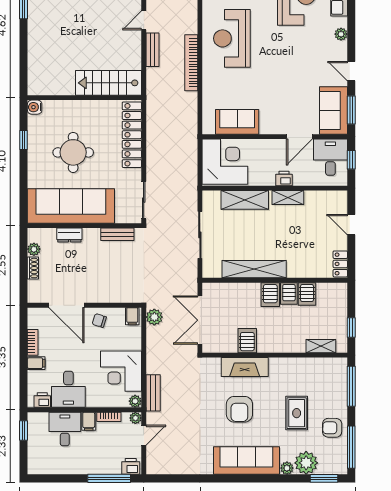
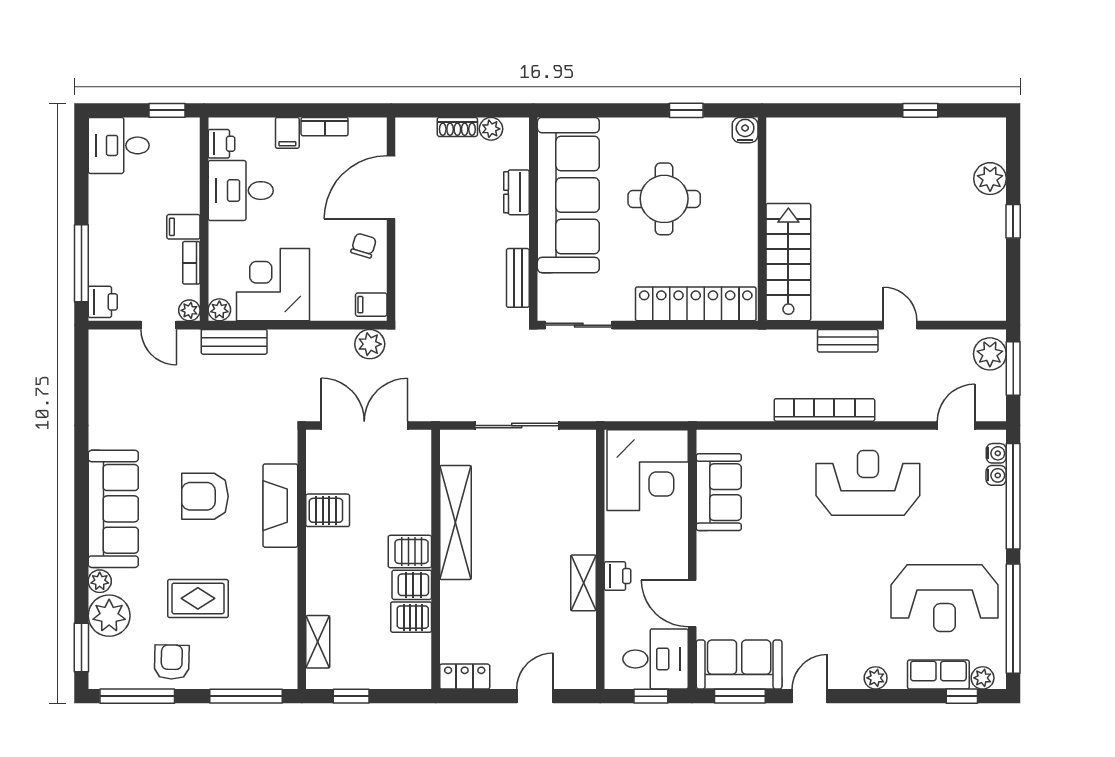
shelving: (245, 200) -> (579, 506), removed
desk: (65, 429) -> (119, 145), moved, turned 180

